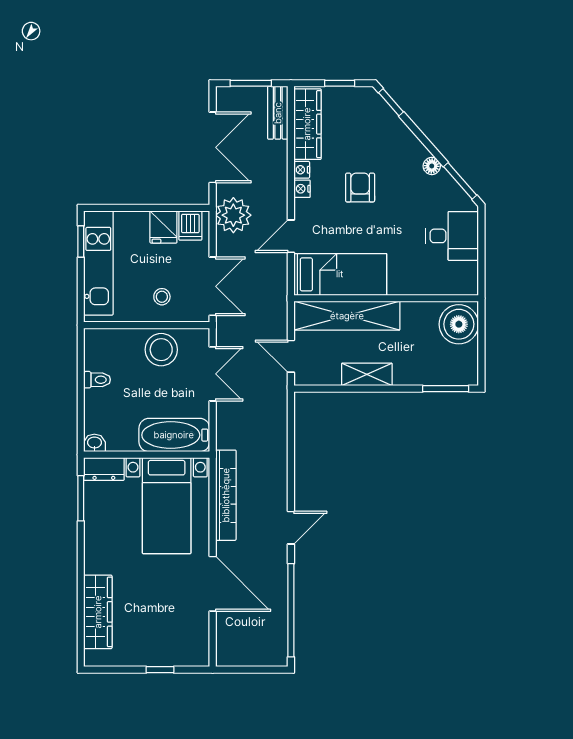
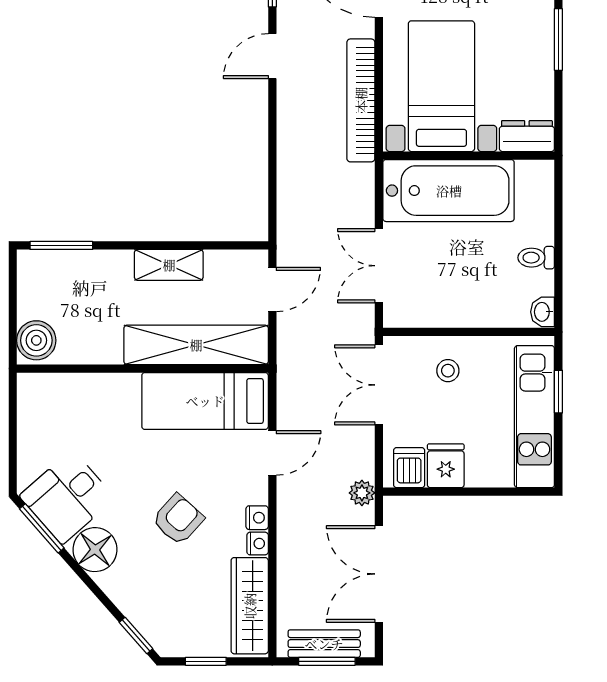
bench: (278, 113) -> (324, 644), moved, turned 90
floor lamp: (432, 166) -> (95, 550), width x1.89, depth x1.89
armchair: (360, 188) -> (178, 519), turned -138
plant: (233, 215) -> (362, 493), width x0.53, depth x0.53
desk: (452, 236) -> (67, 497), moved, turned -41
window: (81, 241) -> (558, 392), moved
boiler: (459, 324) -> (36, 340), width x0.73, depth x0.73
stool: (161, 350) -> (449, 299), removed
door: (291, 356) -> (272, 290), hinge flipped
bathtub: (174, 435) -> (449, 191), width x1.36, depth x1.36
washbasin: (94, 443) -> (543, 312), moved, turned 90
window: (81, 498) -> (558, 40), moved

